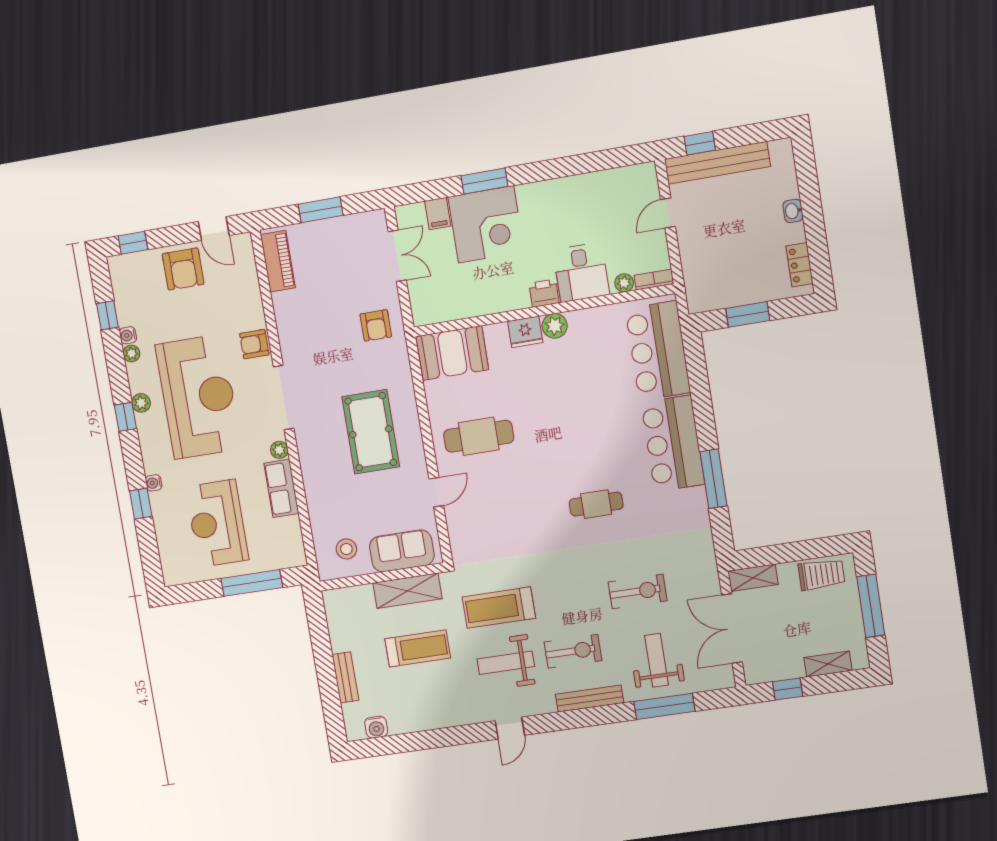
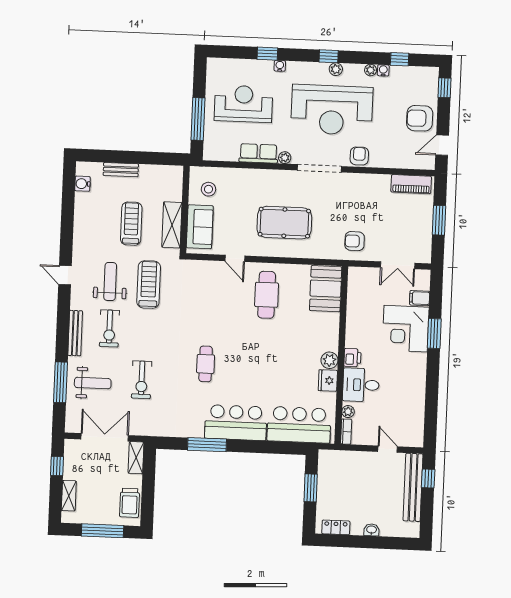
fridge: (525, 332) -> (328, 380), moved
treadmill: (418, 648) -> (131, 224), turned 180

